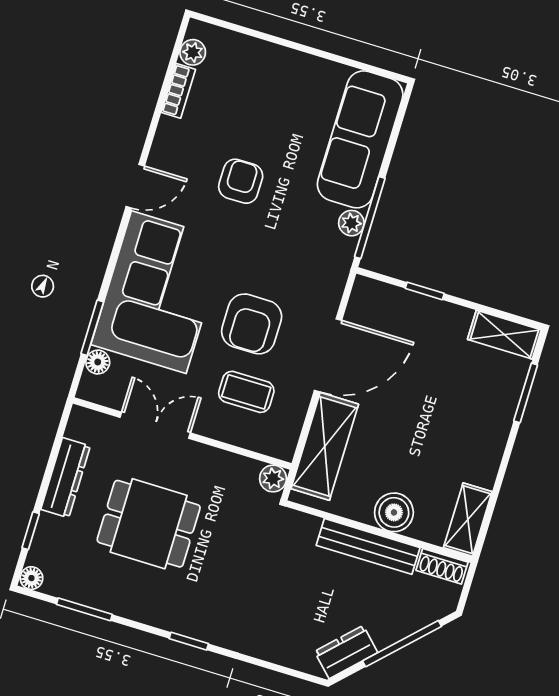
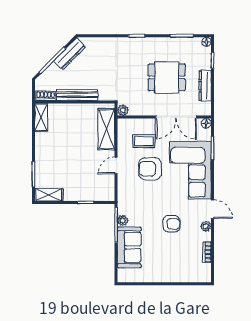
plant: (193, 52) -> (206, 226), moved
sofa: (360, 139) -> (129, 247), width x0.73
armchair: (241, 181) -> (171, 224), turned -90
door: (135, 186) -> (213, 209), swing flipped
armchair: (252, 324) -> (150, 169), turned -90
door: (328, 355) -> (116, 165), width x0.53
floor lamp: (98, 362) -> (206, 123), moved
double door: (155, 425) -> (176, 117), width x1.37
boiler: (394, 512) -> (71, 111), removed
dresser: (346, 652) -> (70, 54), width x1.44

